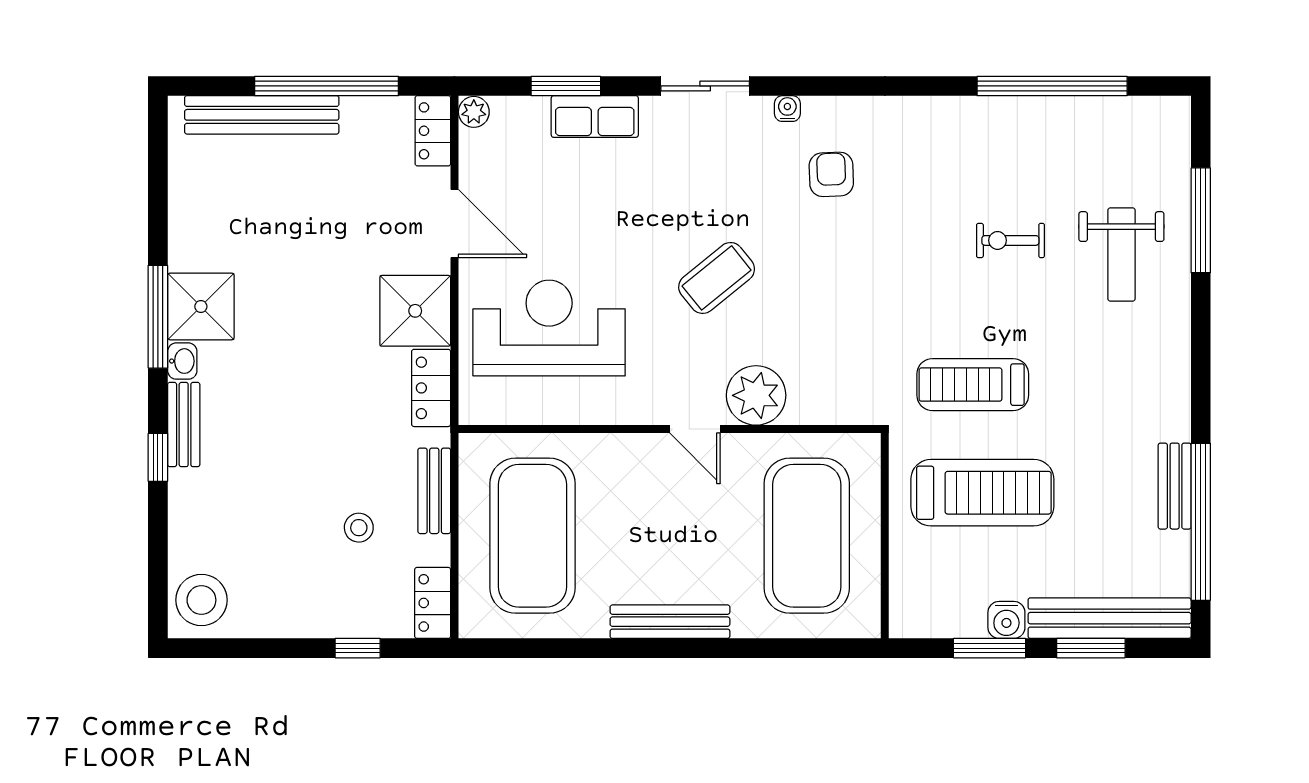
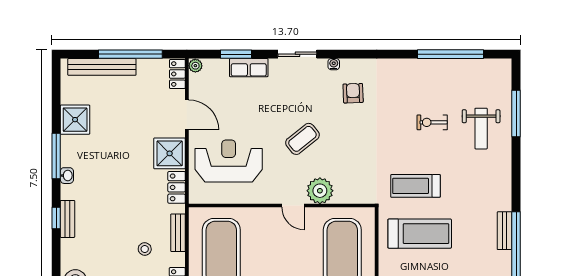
shower: (201, 306) -> (75, 120), moved
bench: (184, 425) -> (67, 219), moved

